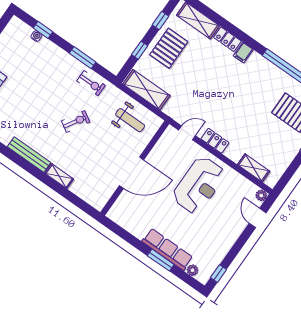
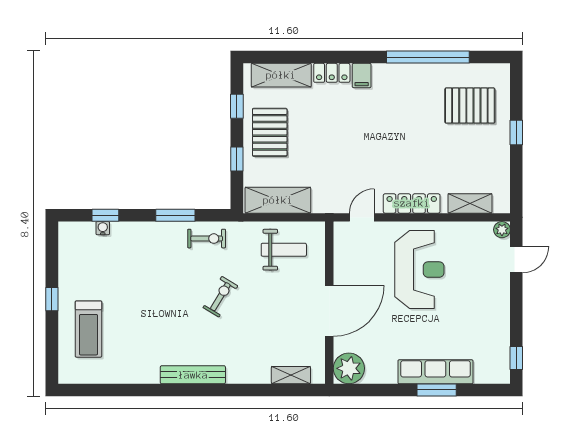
locker: (215, 141) -> (412, 203), width x1.53
shelving: (59, 176) -> (291, 375), moved
door: (258, 218) -> (516, 260), swing flipped
plant: (193, 270) -> (349, 368), moved, width x1.87, depth x1.87

